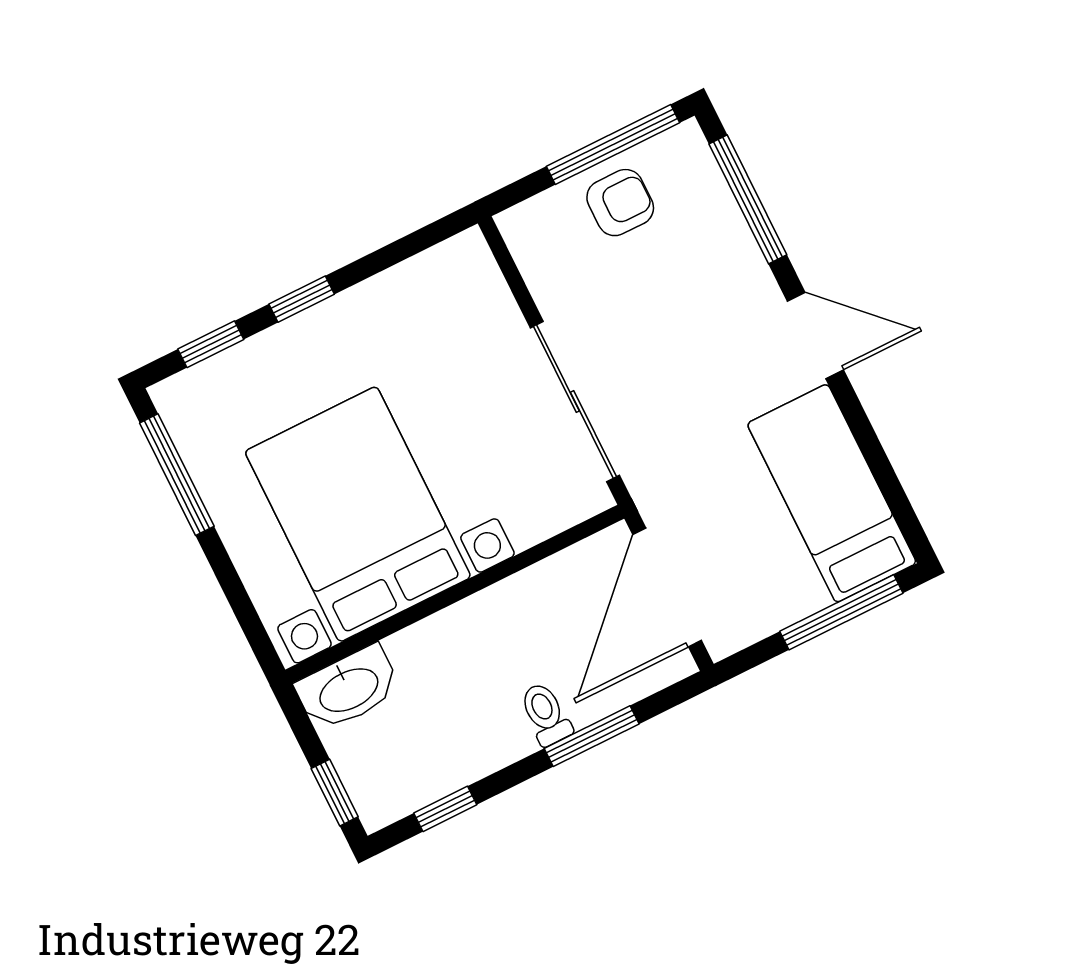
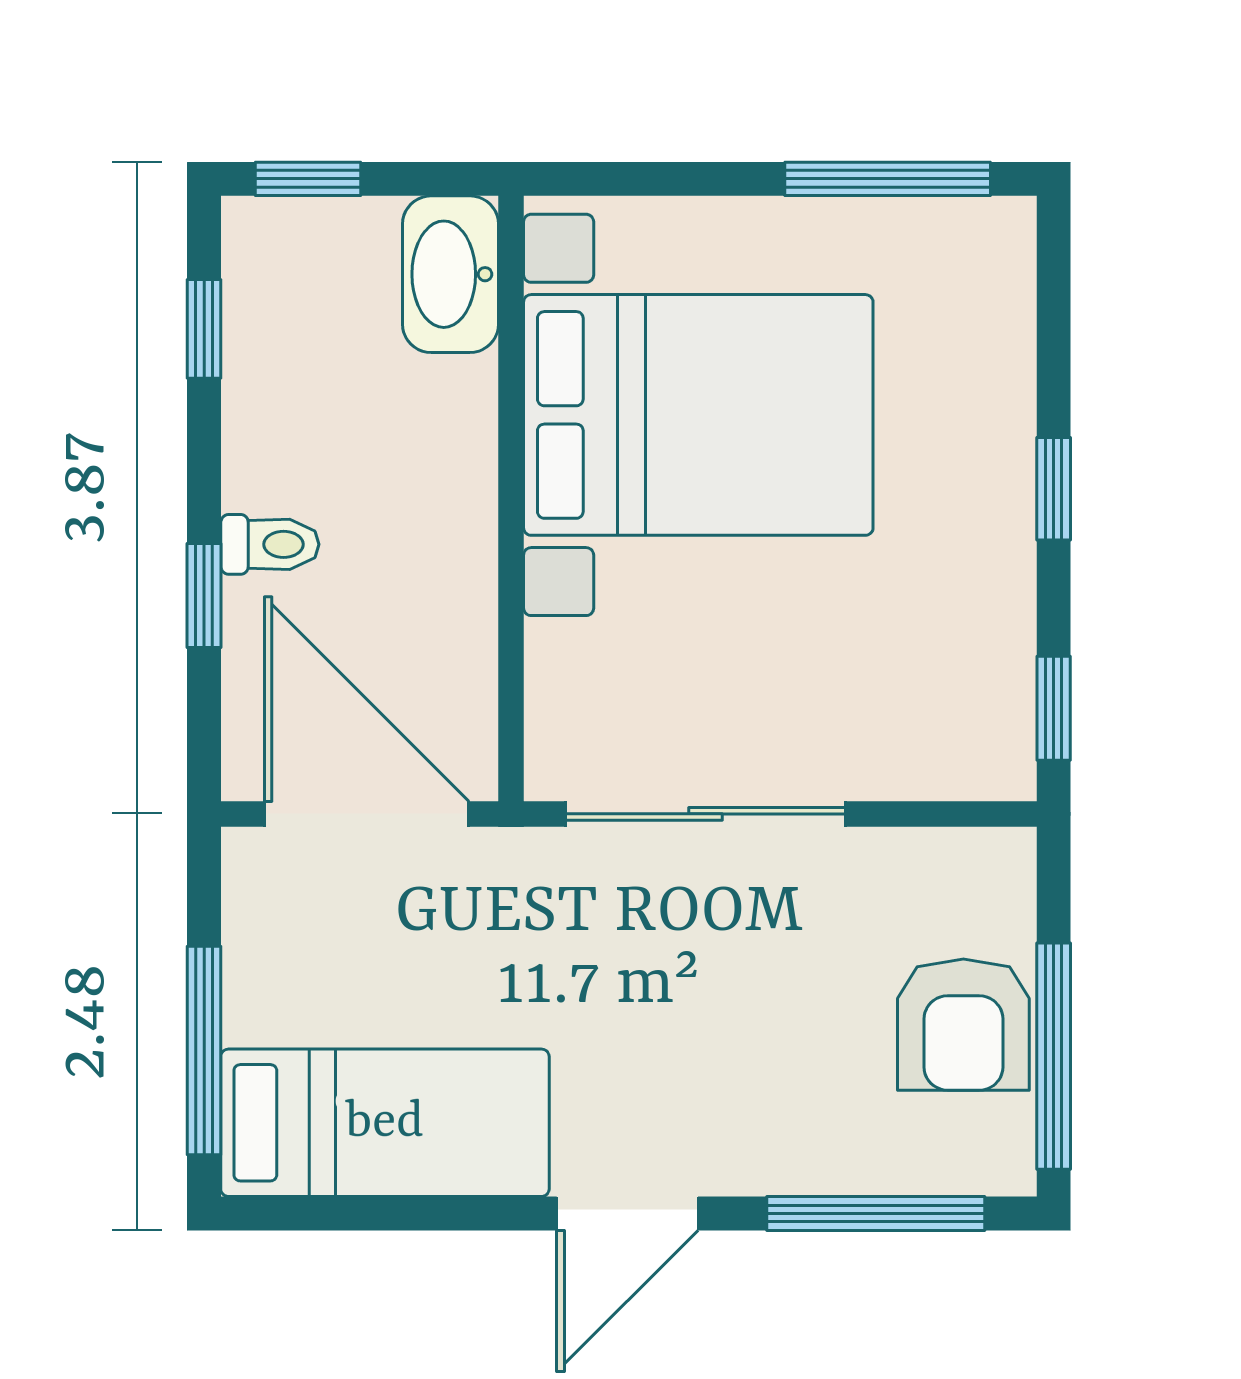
armchair: (620, 203) -> (963, 1025), width x1.38, depth x1.38
window: (211, 344) -> (1054, 708), moved
window: (592, 736) -> (204, 596), width x0.67

